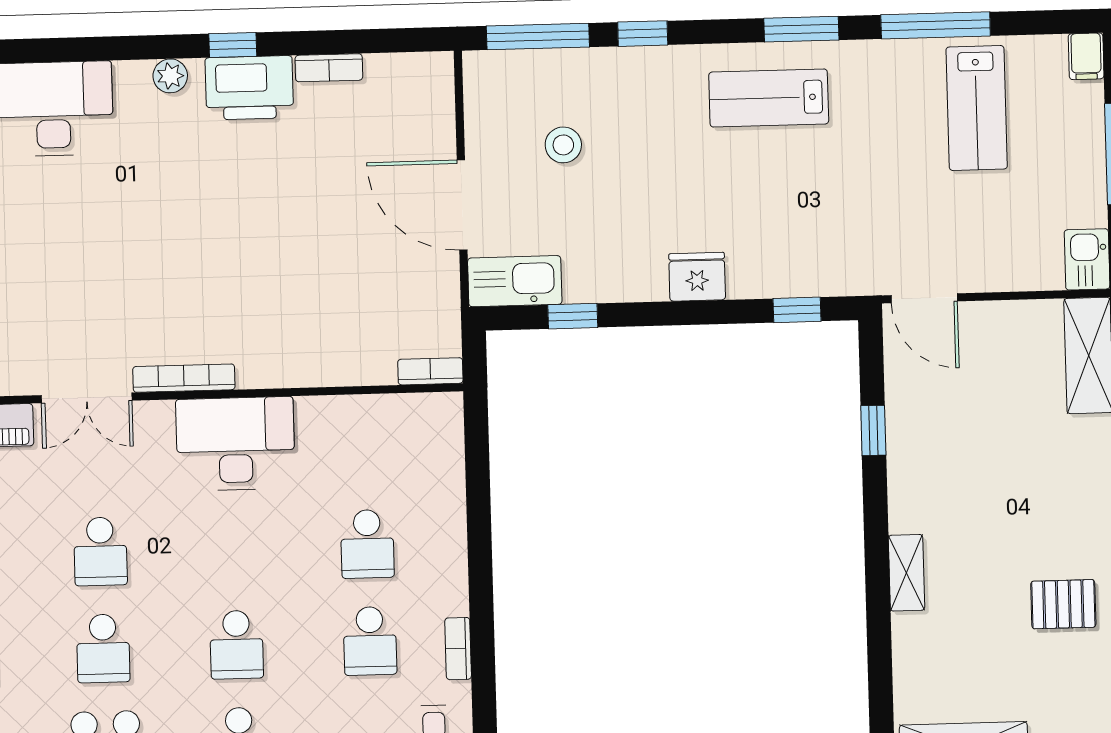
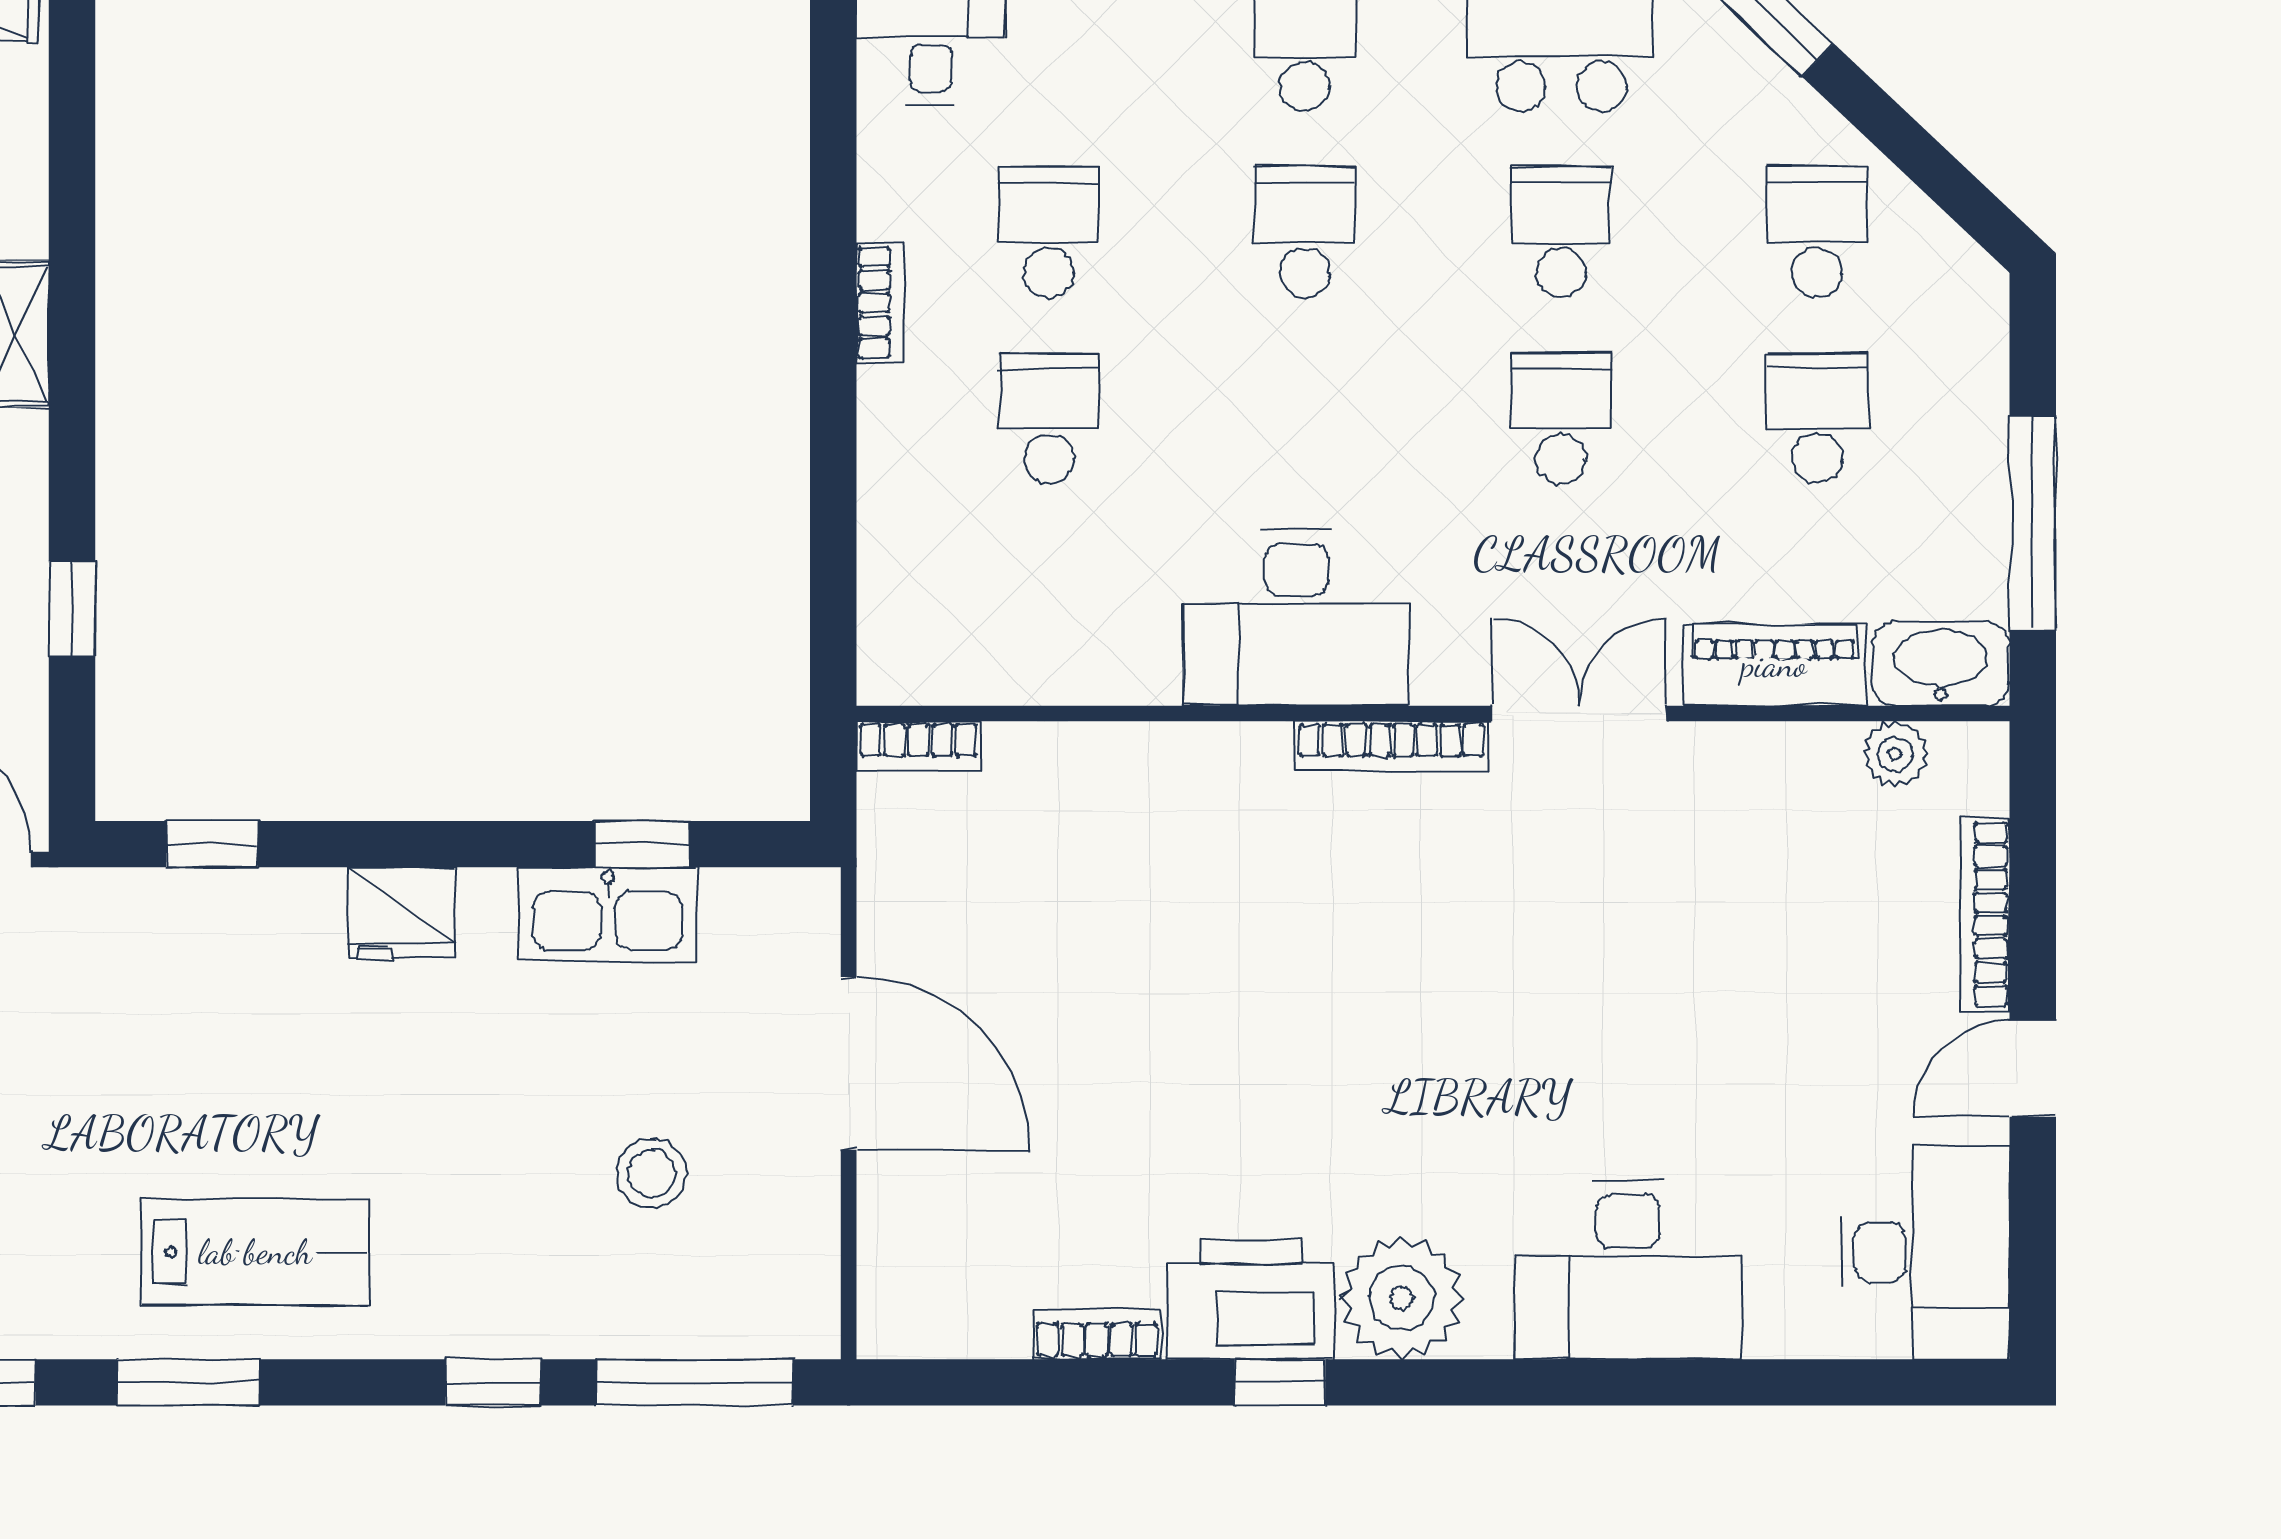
plant: (170, 76) -> (1402, 1298), width x1.87, depth x1.87
kitchen sink: (515, 281) -> (608, 914), moved
bookcase: (458, 649) -> (880, 303), moved

